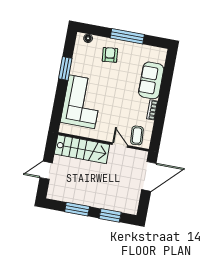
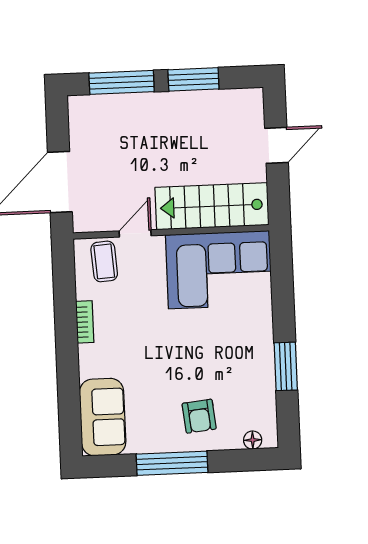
sofa: (151, 80) -> (103, 417), moved
corner sofa: (82, 102) -> (219, 270), moved, turned -90
door: (120, 145) -> (135, 233), swing flipped
window: (110, 215) -> (122, 82), width x1.44

